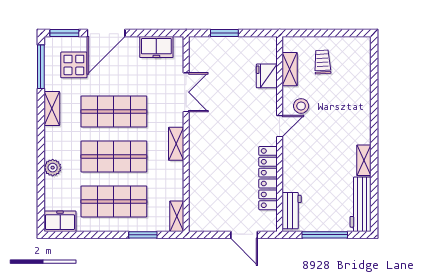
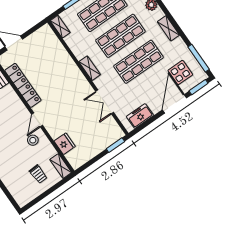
window: (224, 33) -> (115, 145), moved
shelving: (290, 69) -> (61, 166), moved
shelving: (52, 109) -> (168, 28), moved

